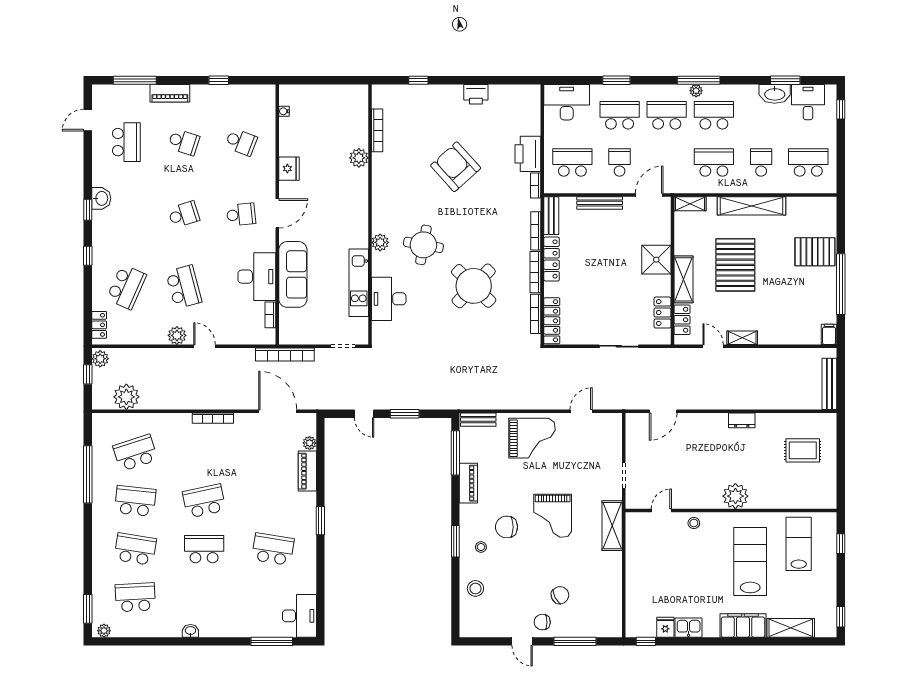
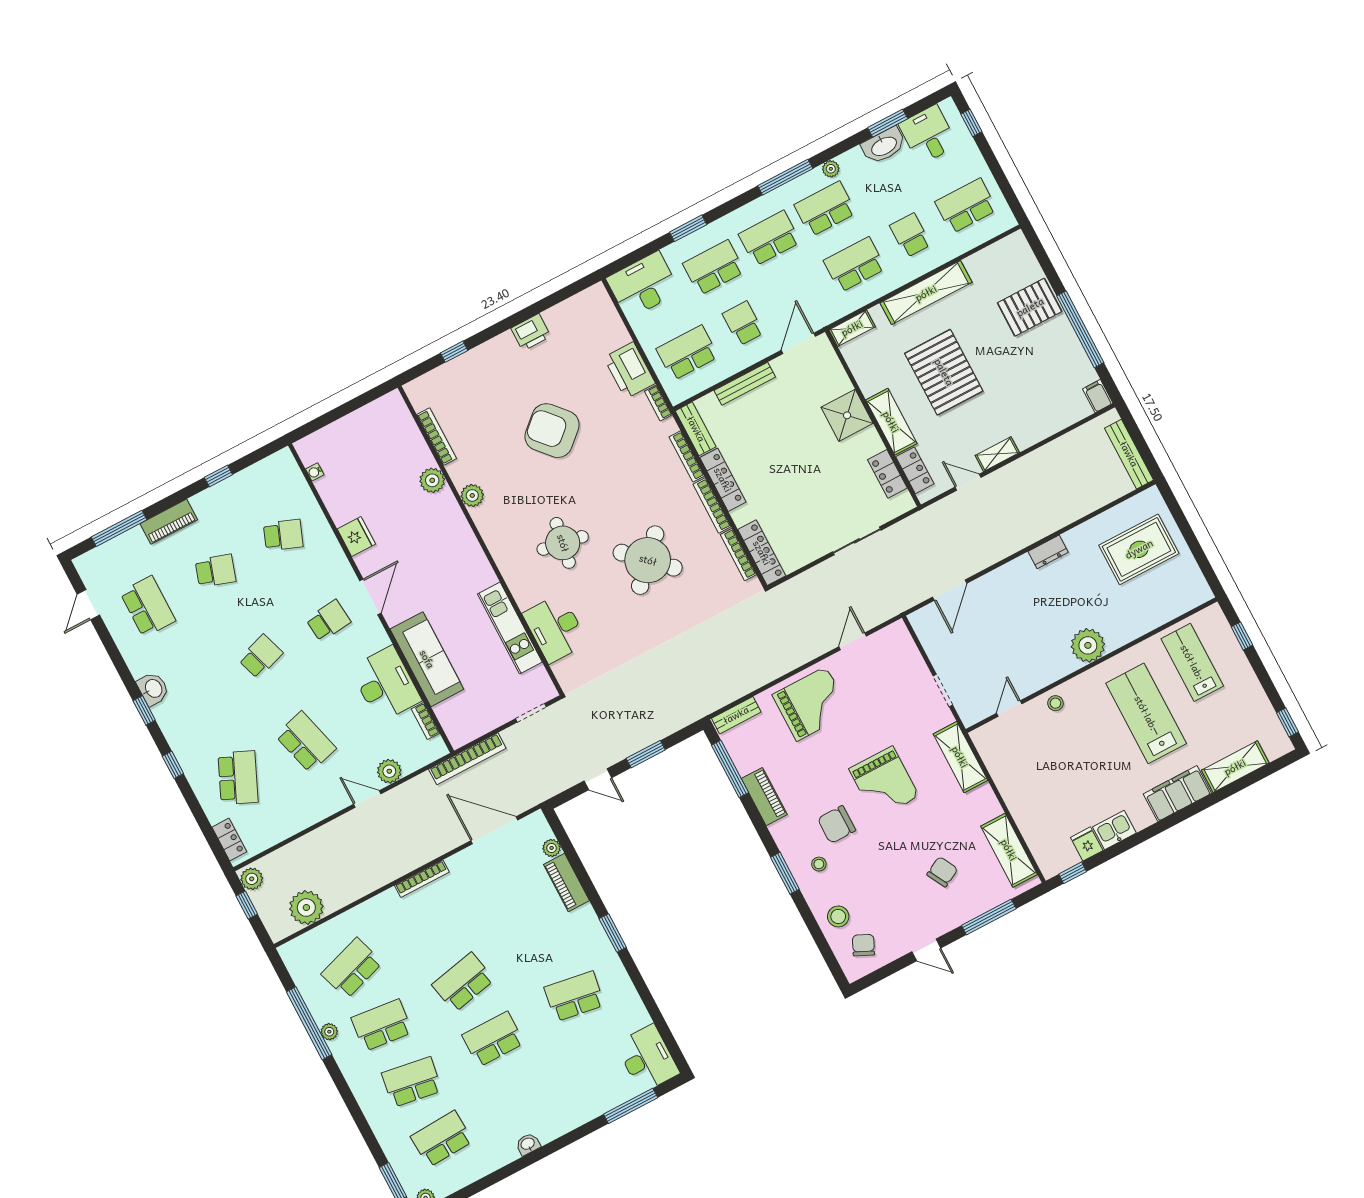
plant: (696, 91) -> (831, 169), moved
plant: (380, 242) -> (472, 495), moved
plant: (177, 335) -> (389, 771), moved
rug: (803, 450) -> (1139, 549), width x1.36, depth x1.43
plant: (98, 487) -> (329, 1032), added
shelving: (612, 604) -> (1009, 850), added
chair: (542, 622) -> (863, 945), moved, turned 115

